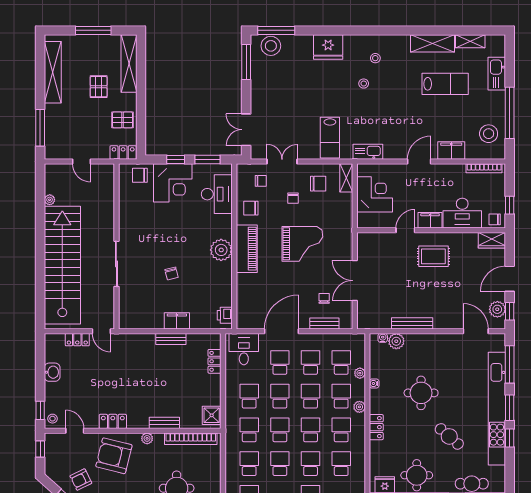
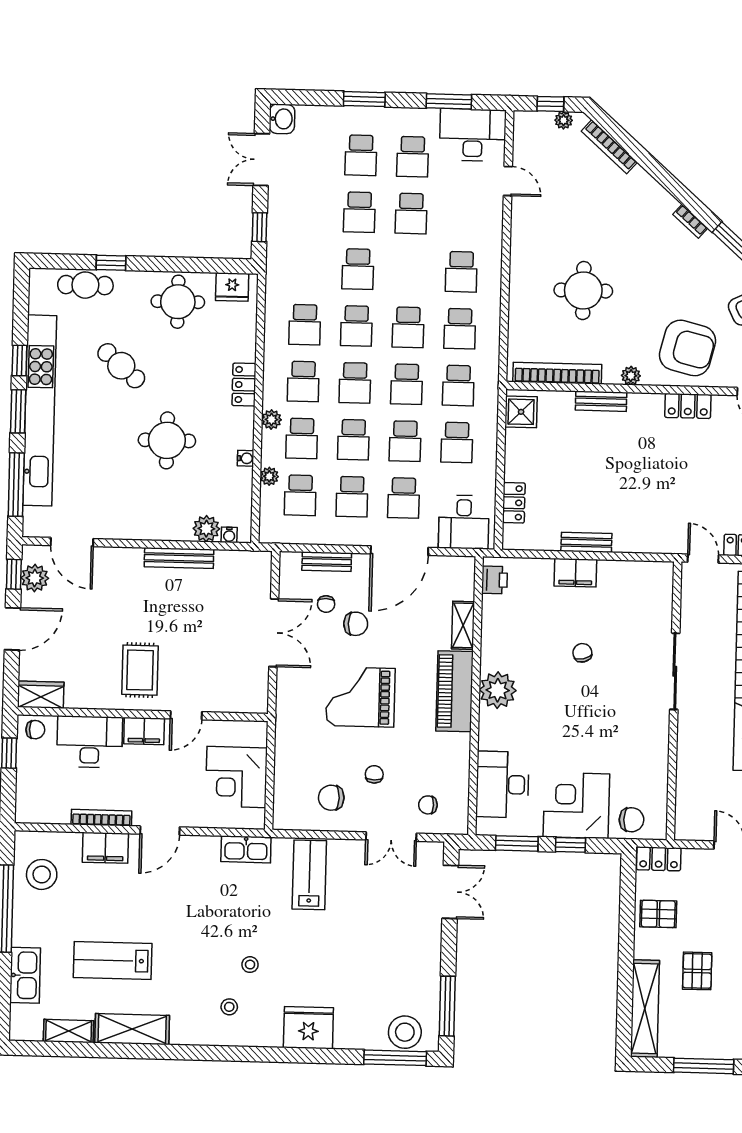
bookcase: (484, 168) -> (101, 818), moved
shelving: (346, 178) -> (463, 625), moved
chair: (251, 208) -> (356, 624), moved
rug: (433, 256) -> (140, 670), turned 90

